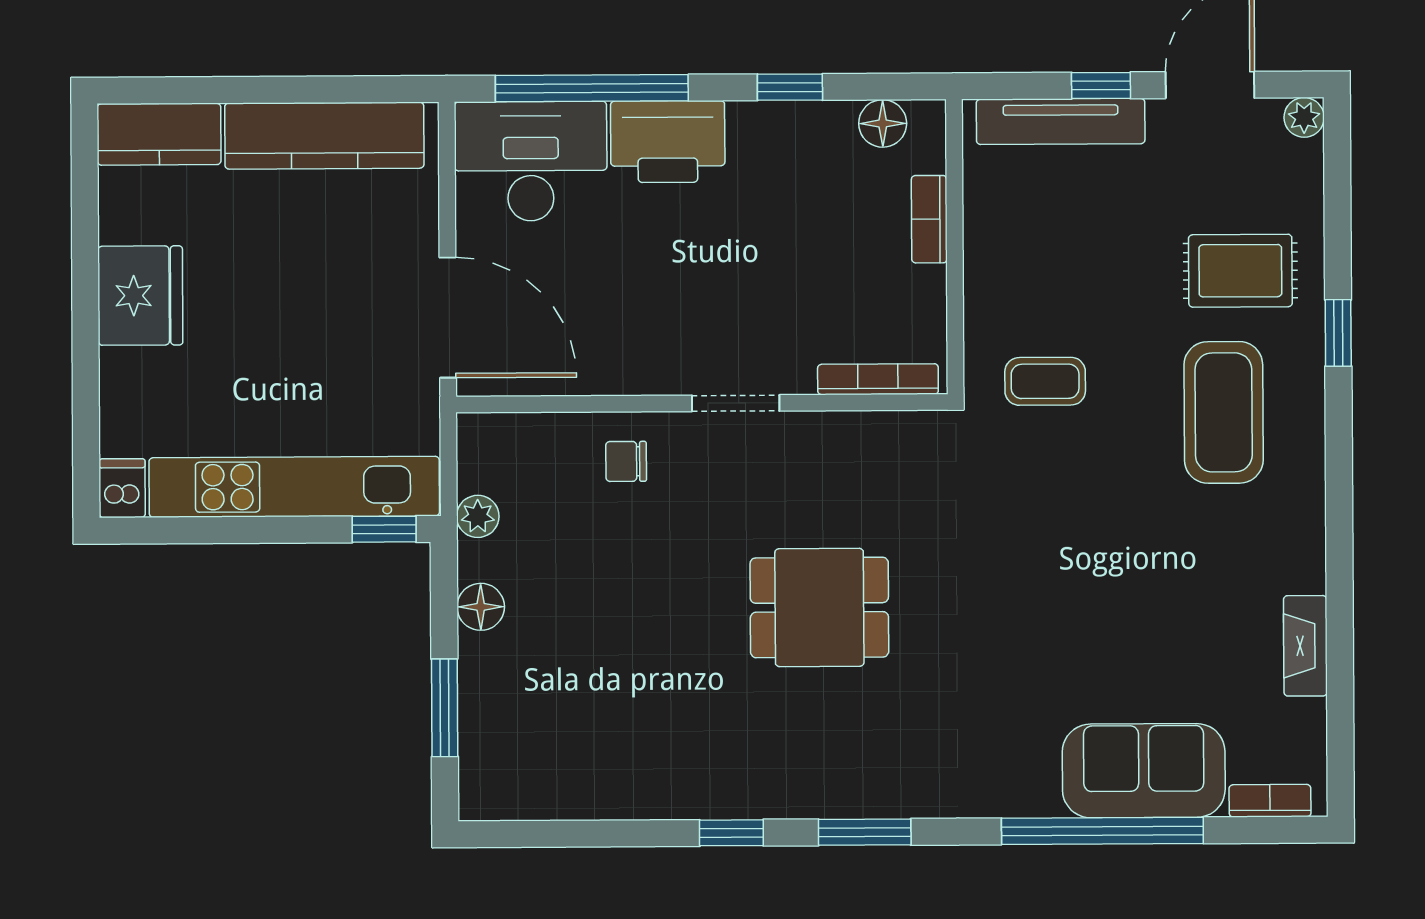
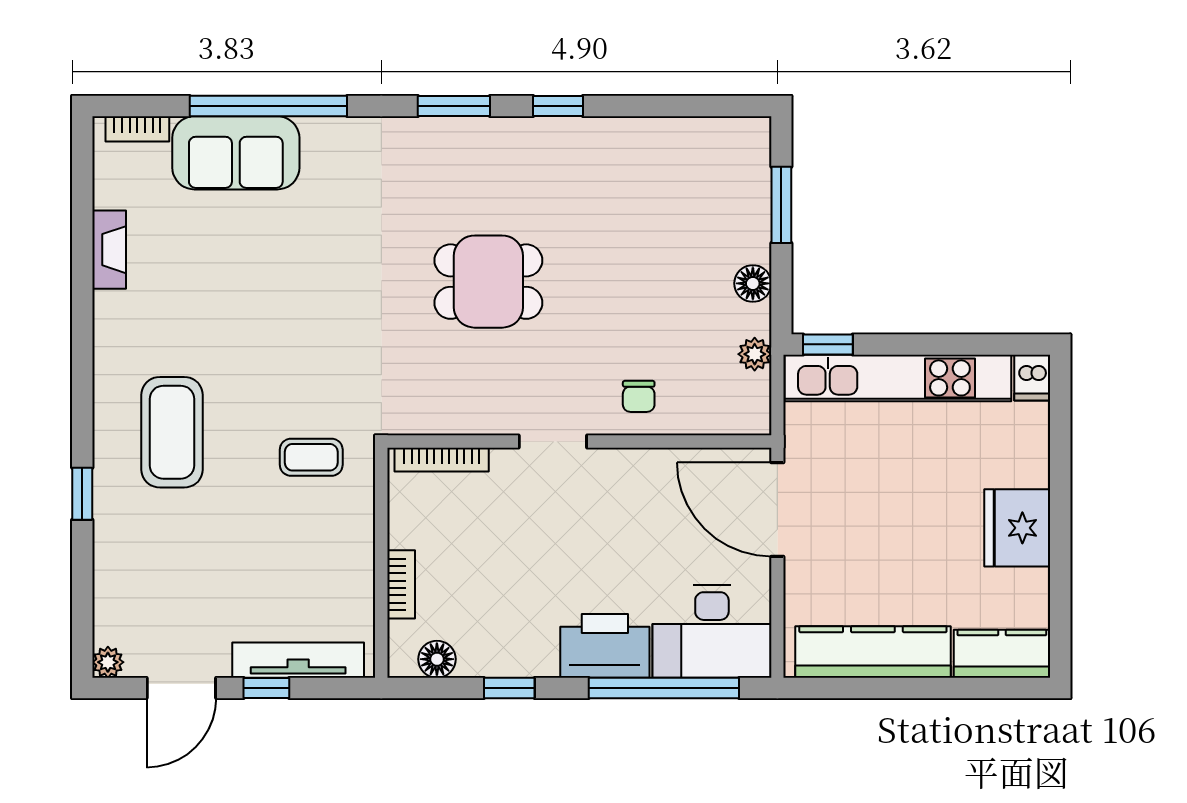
rug: (1240, 271) -> (158, 543), removed
chair: (626, 461) -> (639, 396), turned 90

